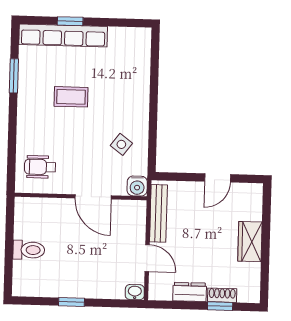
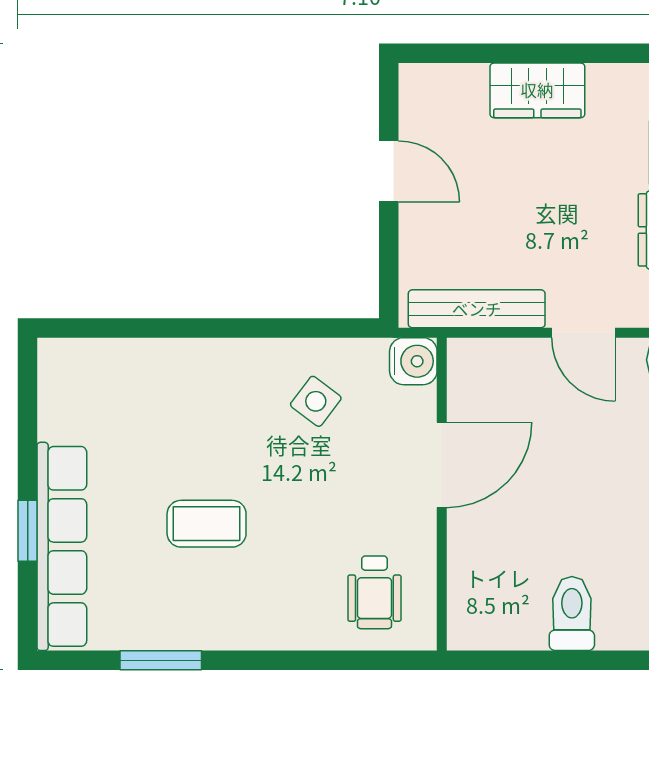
coffee table: (71, 97) -> (207, 524), turned 90
door: (147, 258) -> (583, 333), swing flipped

